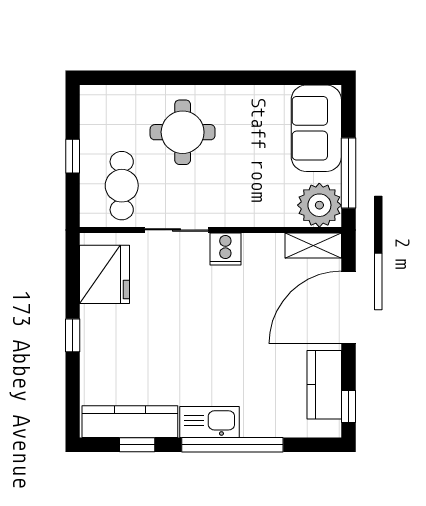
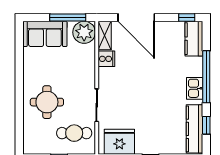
cooker: (225, 249) -> (106, 59), moved
kitchen counter: (324, 385) -> (194, 39), moved, turned 90
kitchen sink: (210, 422) -> (195, 88), width x0.73

